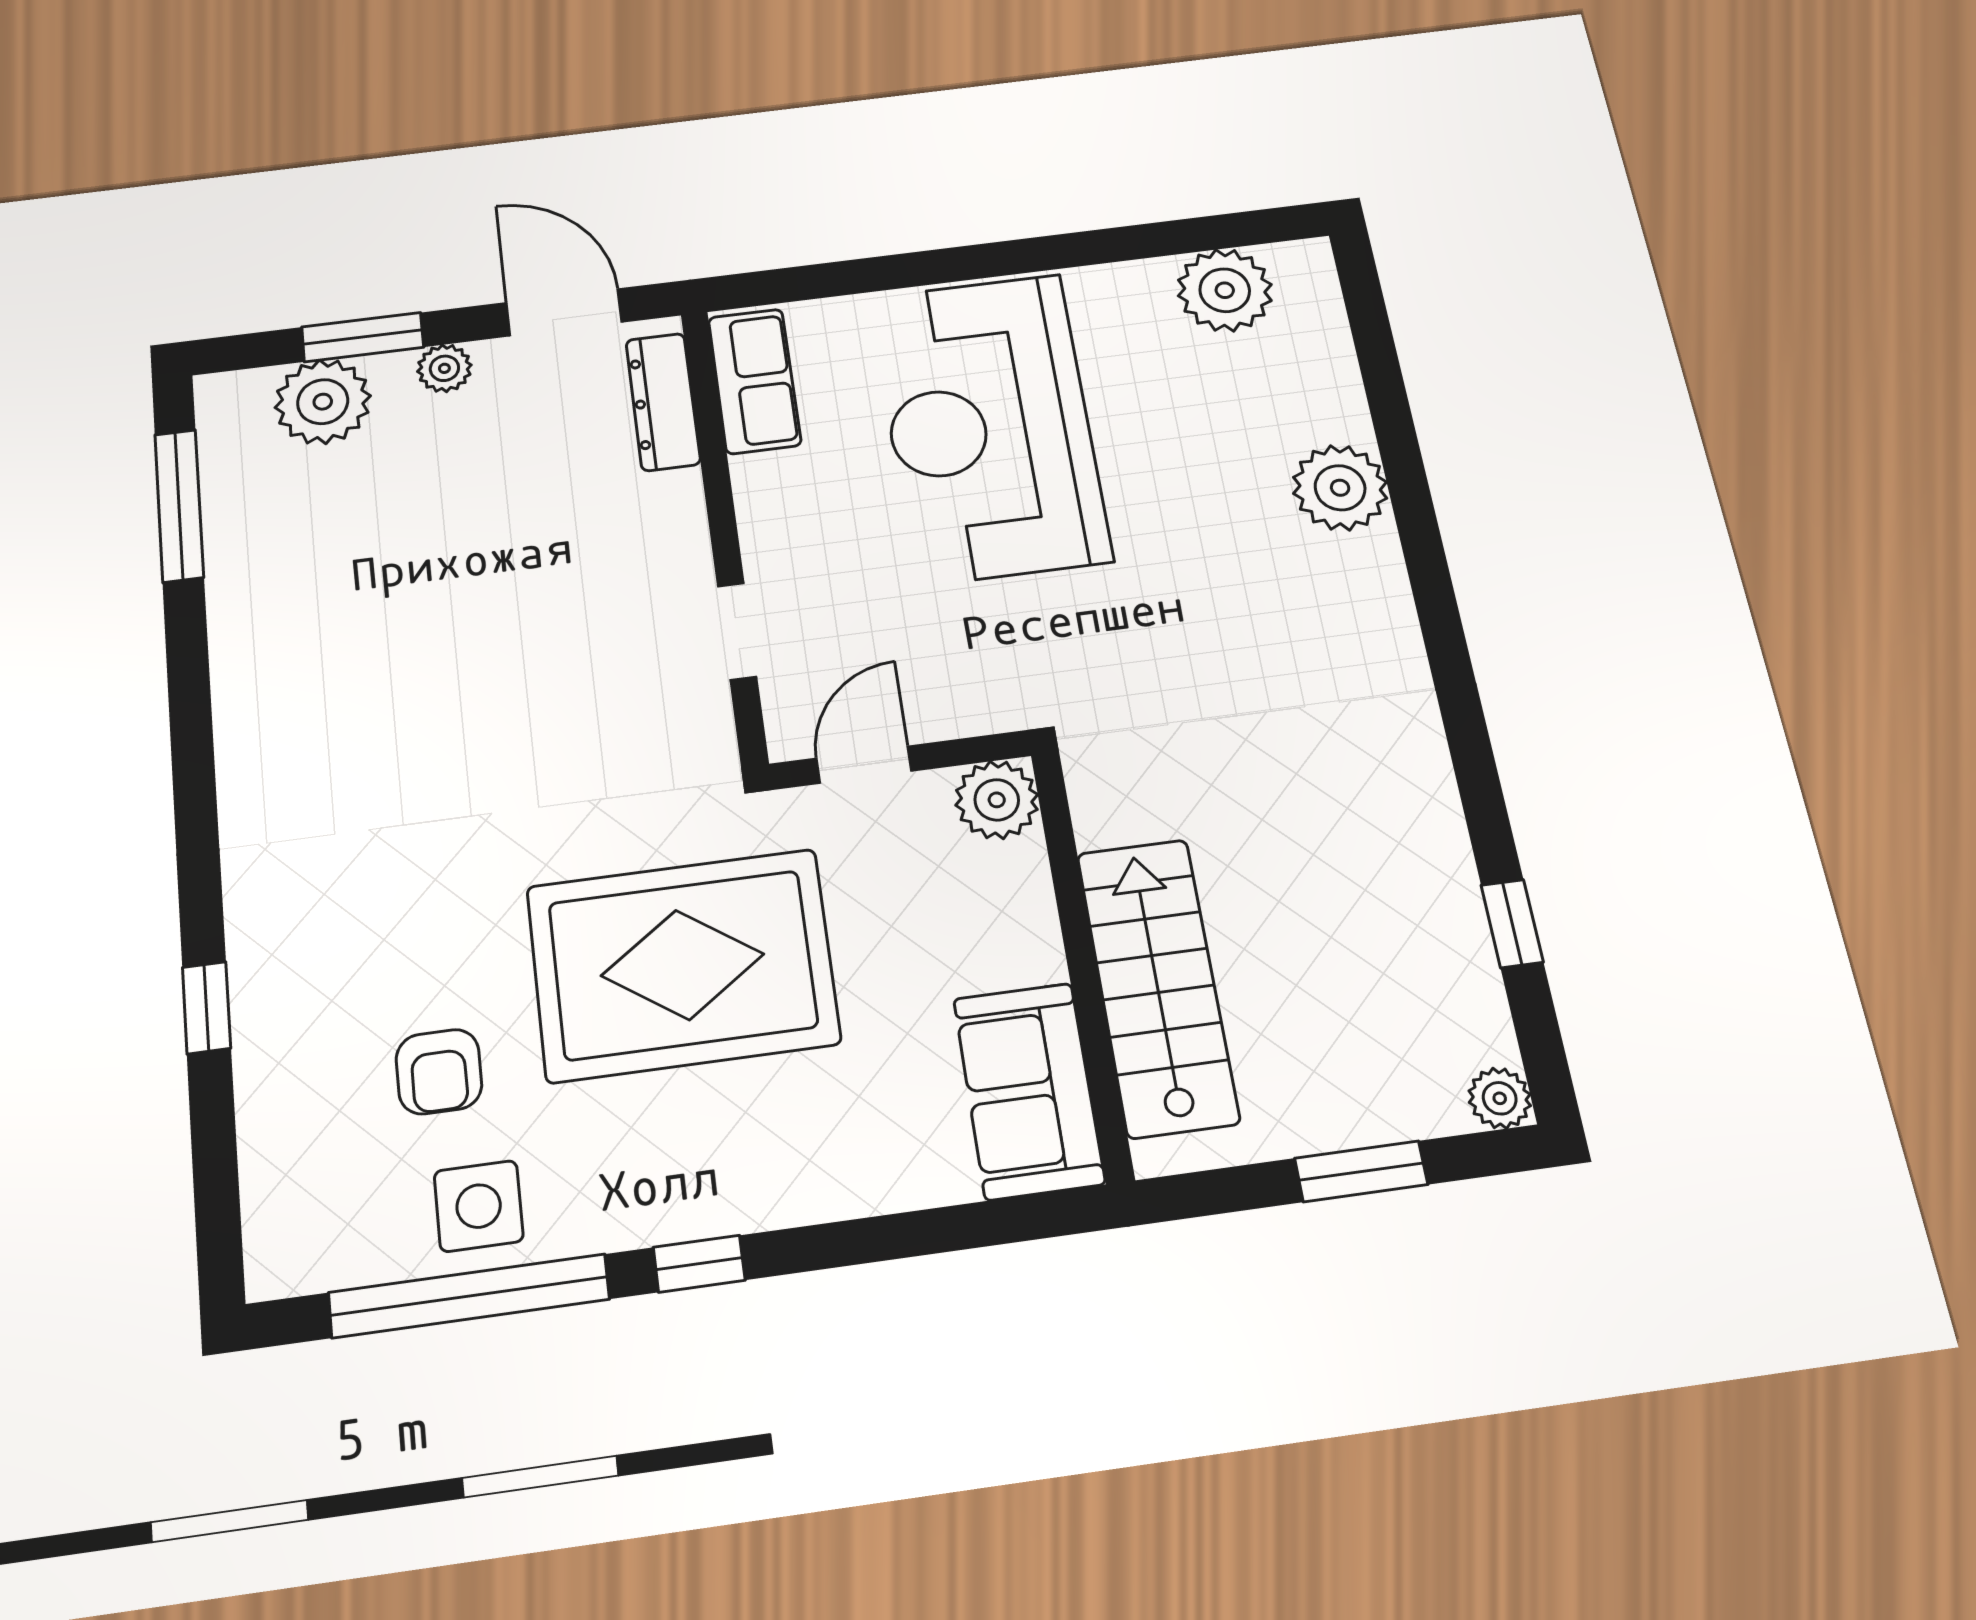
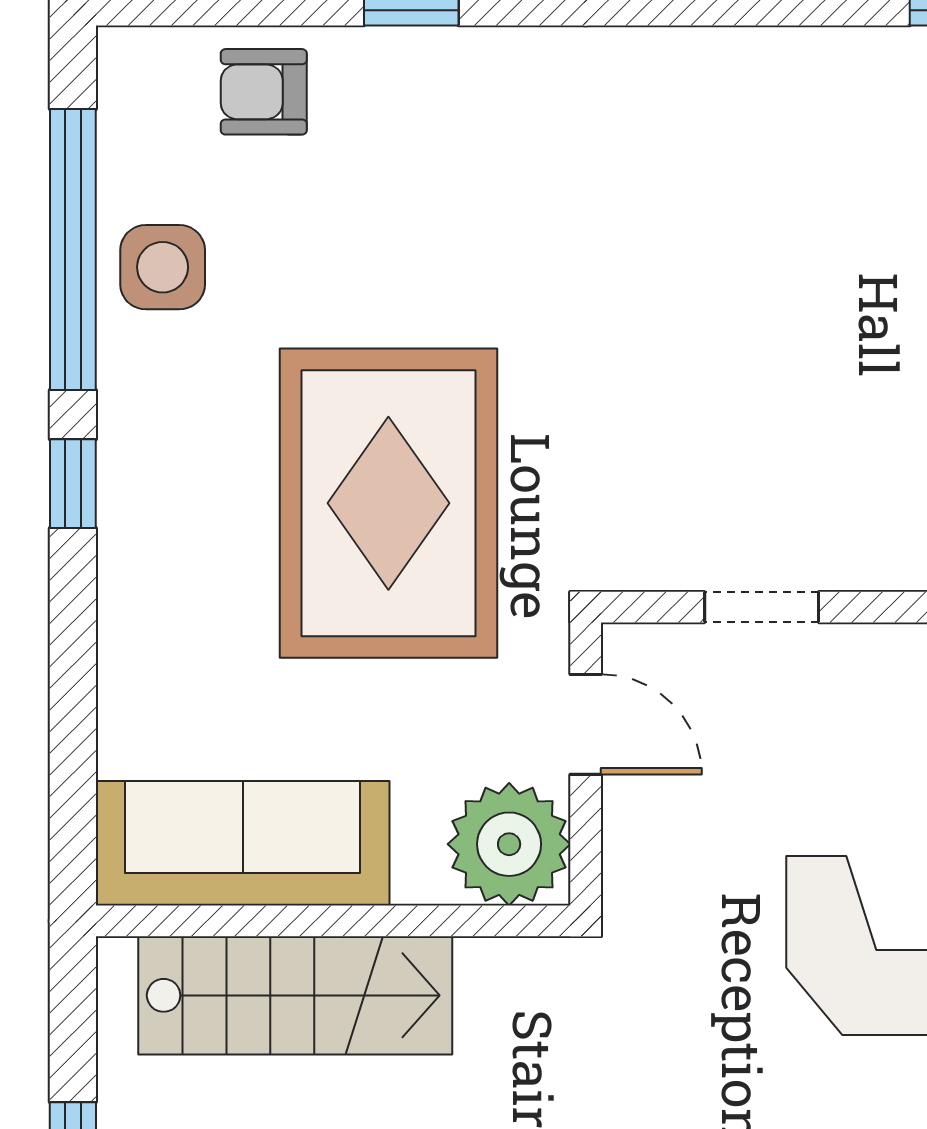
plant: (997, 800) -> (509, 844), width x1.36, depth x1.36
armchair: (439, 1072) -> (264, 92), moved
sofa: (1029, 1091) -> (243, 843), width x1.36

